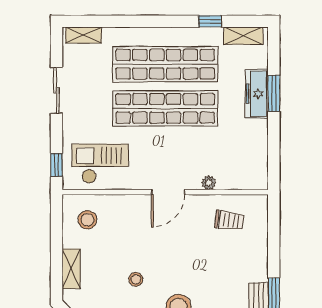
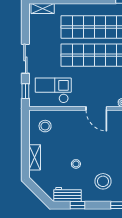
sliding door: (57, 90) -> (25, 59), moved
door: (168, 192) -> (96, 108), hinge flipped

